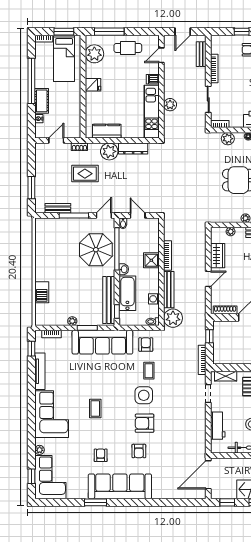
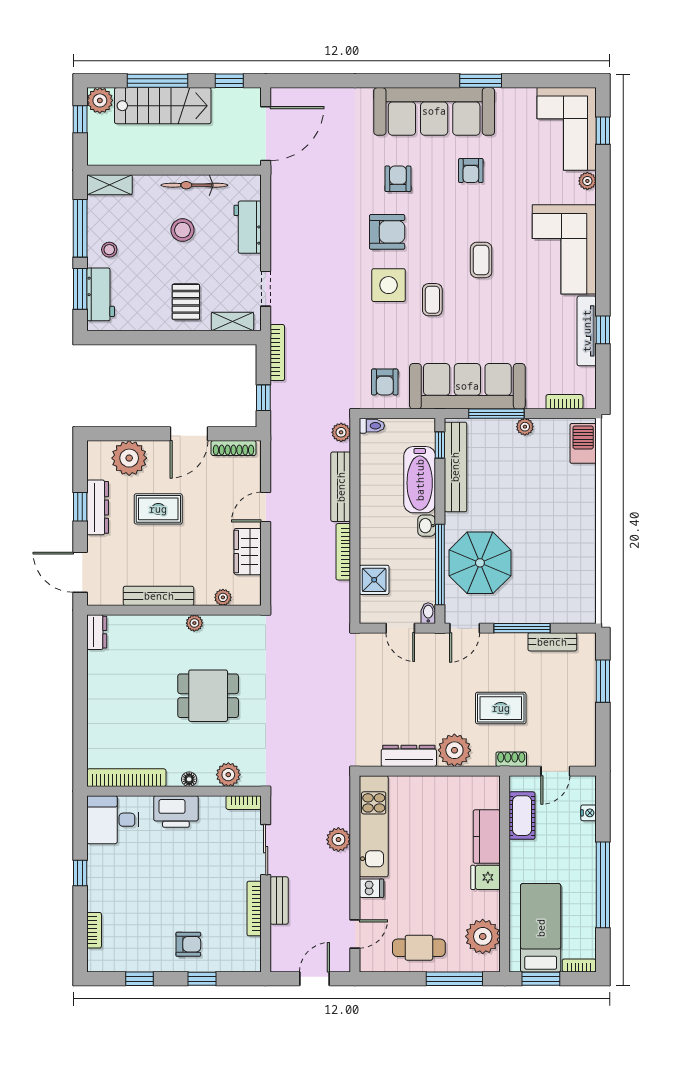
bench: (201, 54) -> (279, 900), moved
cot: (42, 101) -> (522, 816), moved
kitchen counter: (107, 131) -> (487, 837), moved, turned 90
shower: (151, 260) -> (374, 580), moved
barbecue: (42, 292) -> (583, 443), moved
washing machine: (154, 299) -> (369, 469), removed
plant: (173, 318) -> (341, 432), width x0.53, depth x0.53
window: (87, 328) -> (496, 414), width x1.44
window: (31, 349) -> (603, 330), moved
coffee table: (149, 371) -> (432, 300), moved

